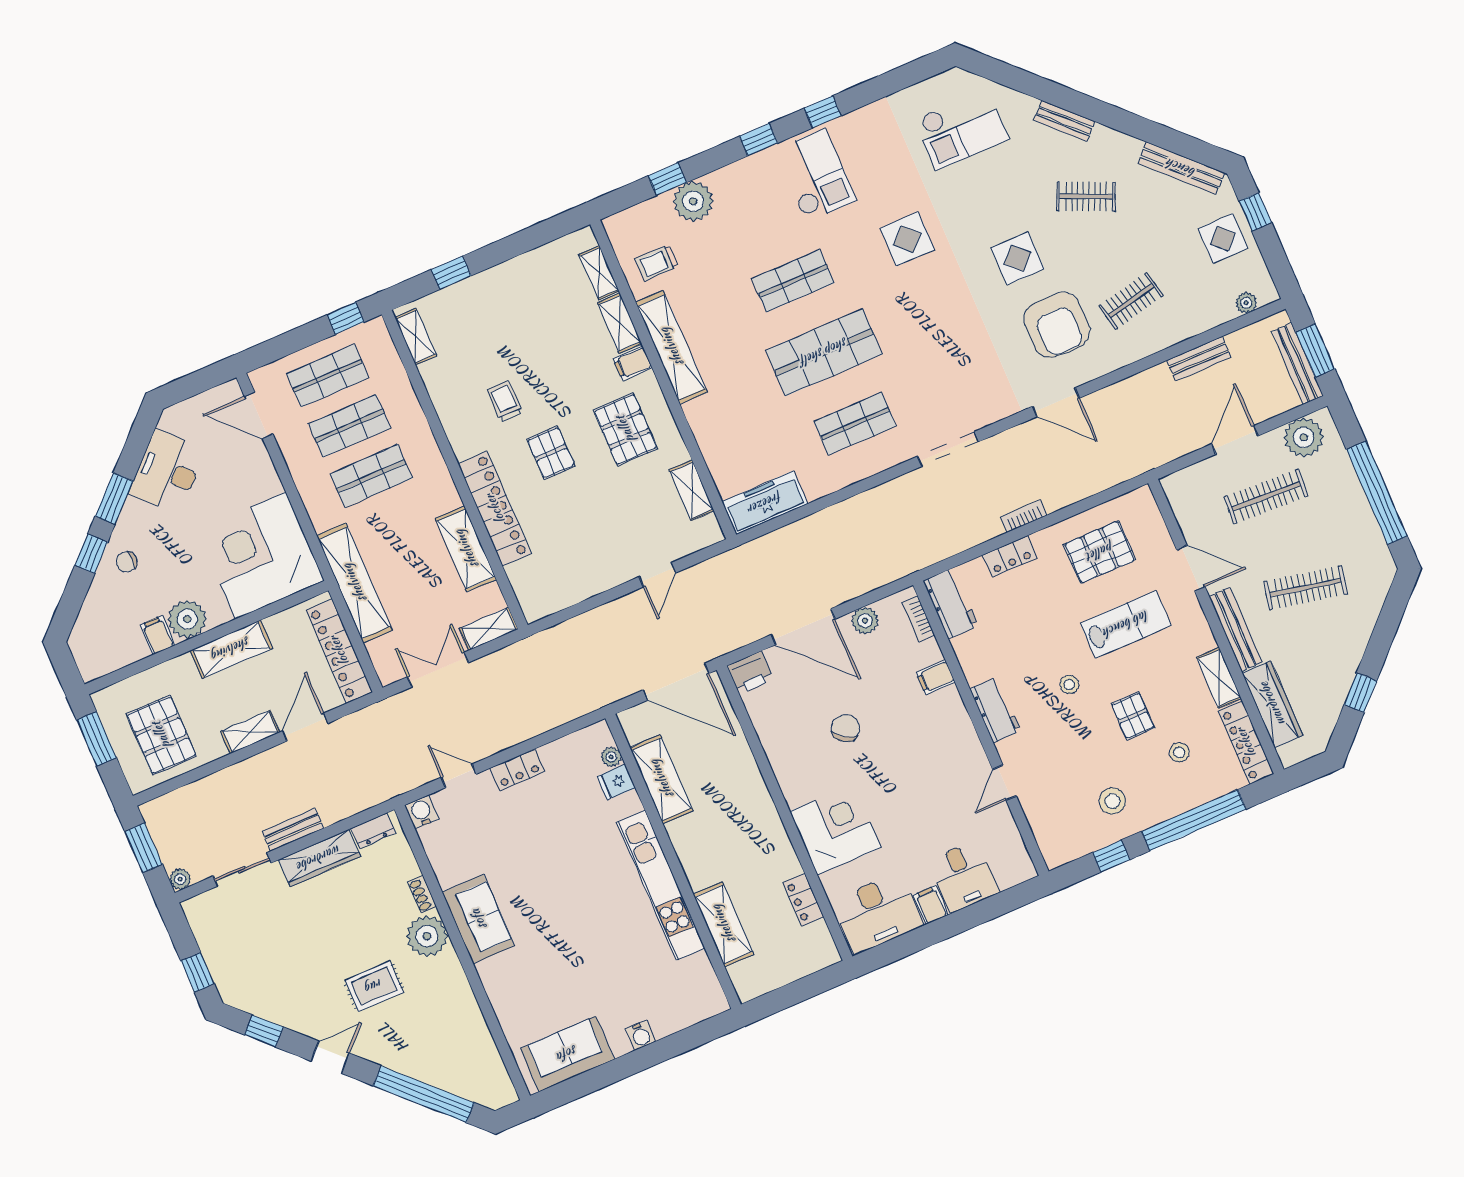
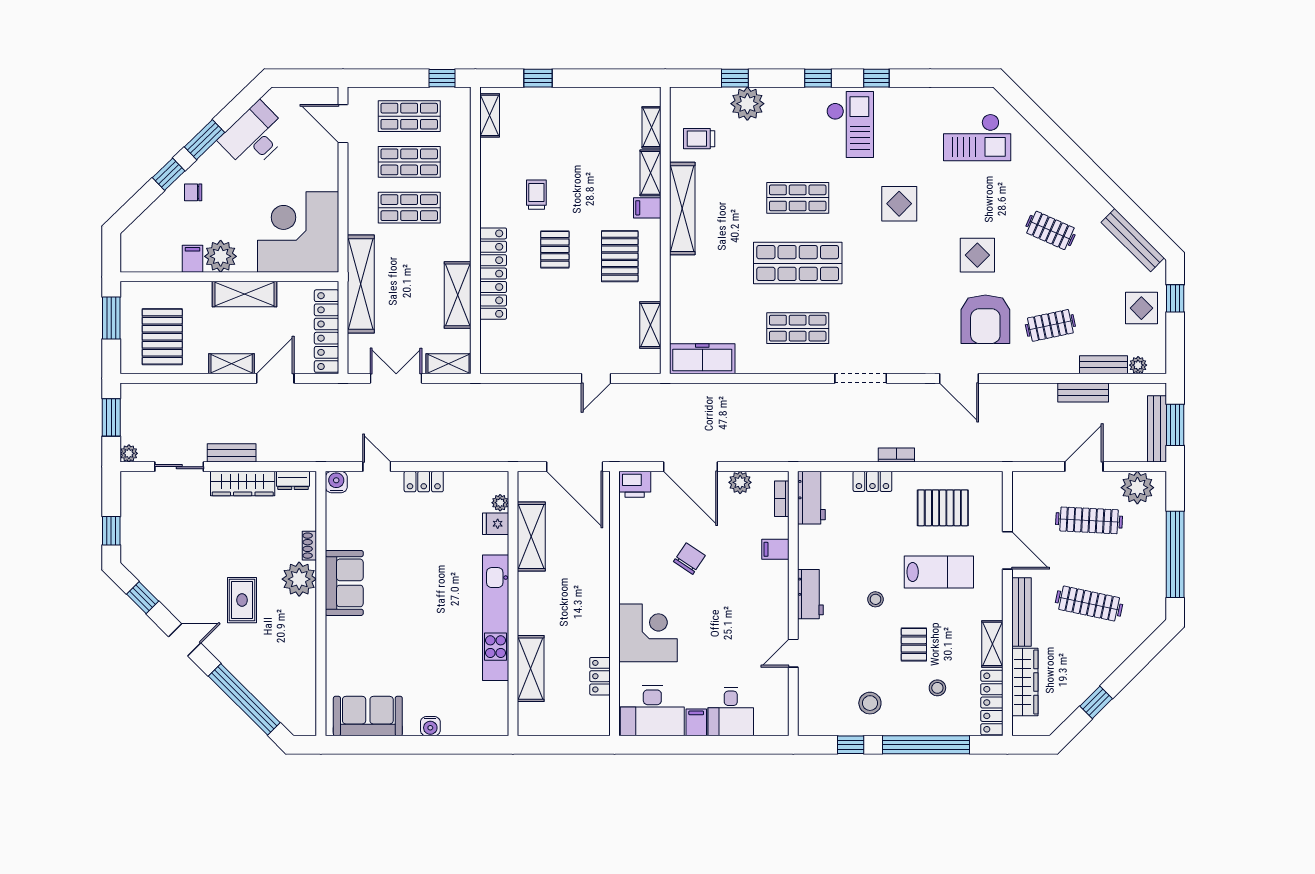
bench: (1064, 121) -> (1104, 365), moved, turned -45
rug: (374, 986) -> (242, 600), turned 90

